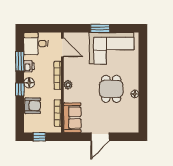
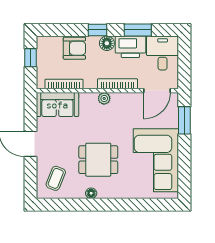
window: (100, 28) -> (184, 120), moved
printer: (29, 66) -> (130, 47), width x1.87, depth x1.48
armchair: (33, 106) -> (74, 48), turned -90
coffee table: (124, 119) -> (56, 178), added

